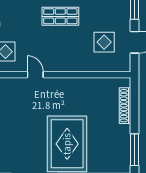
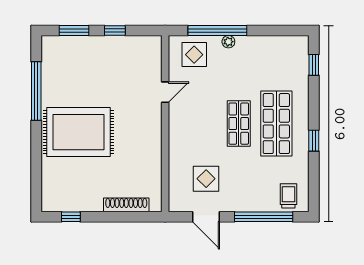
window: (134, 150) -> (71, 217), width x0.46

